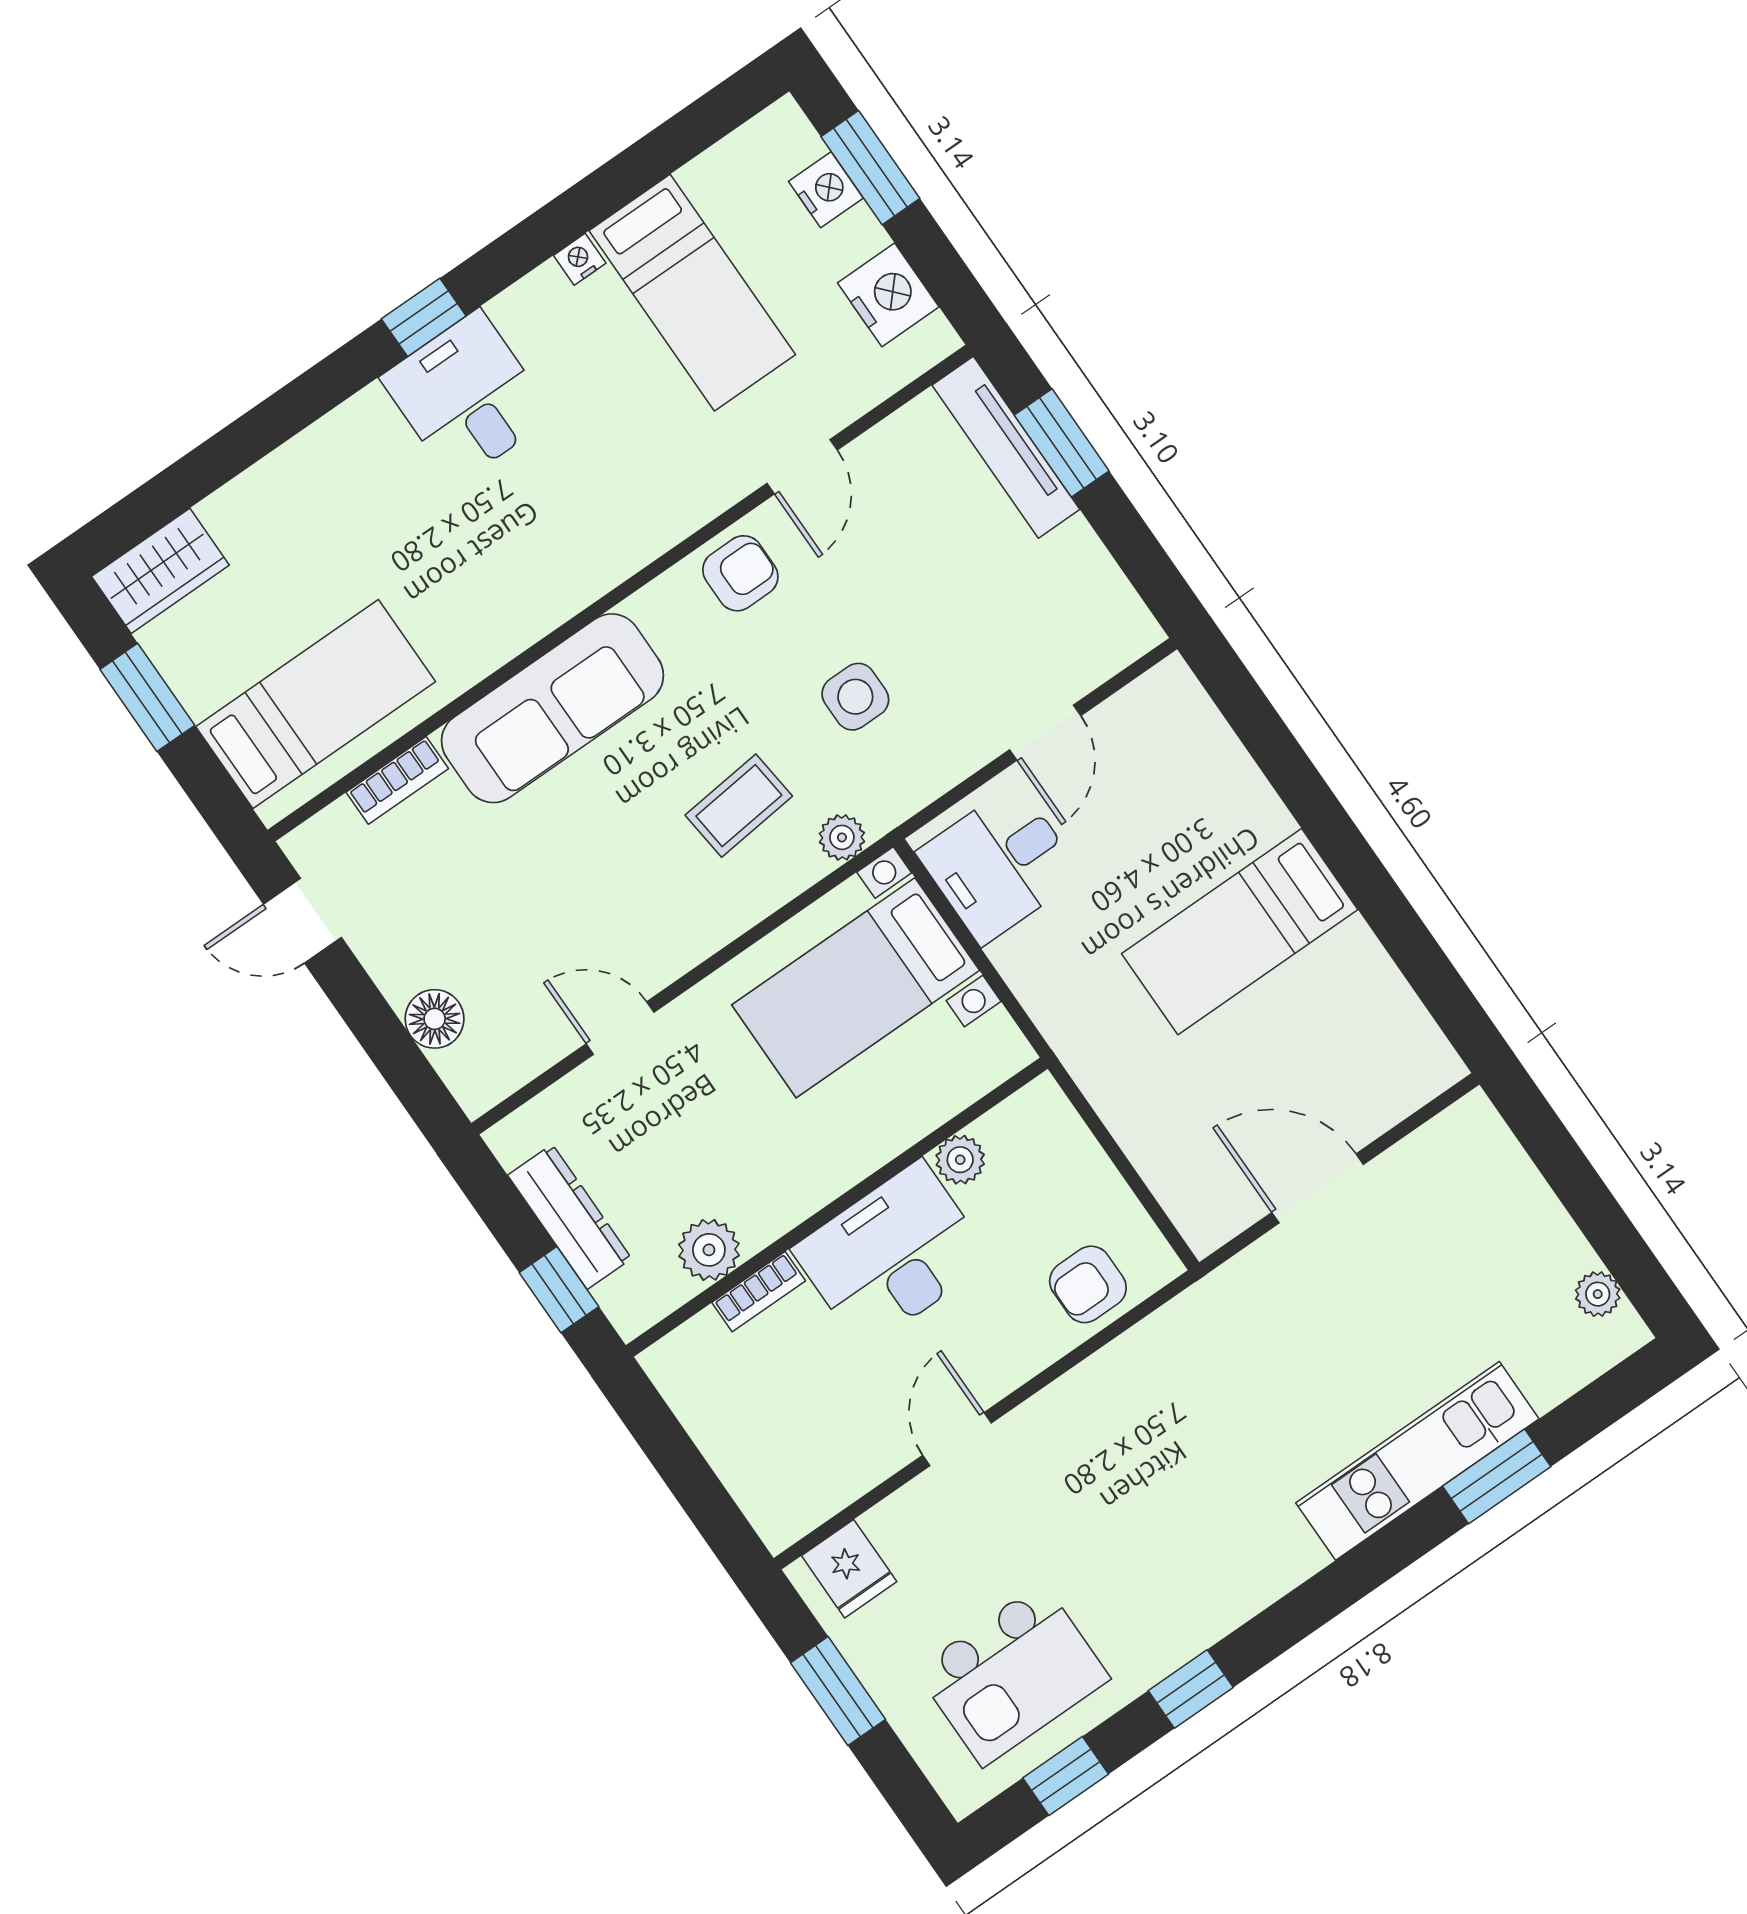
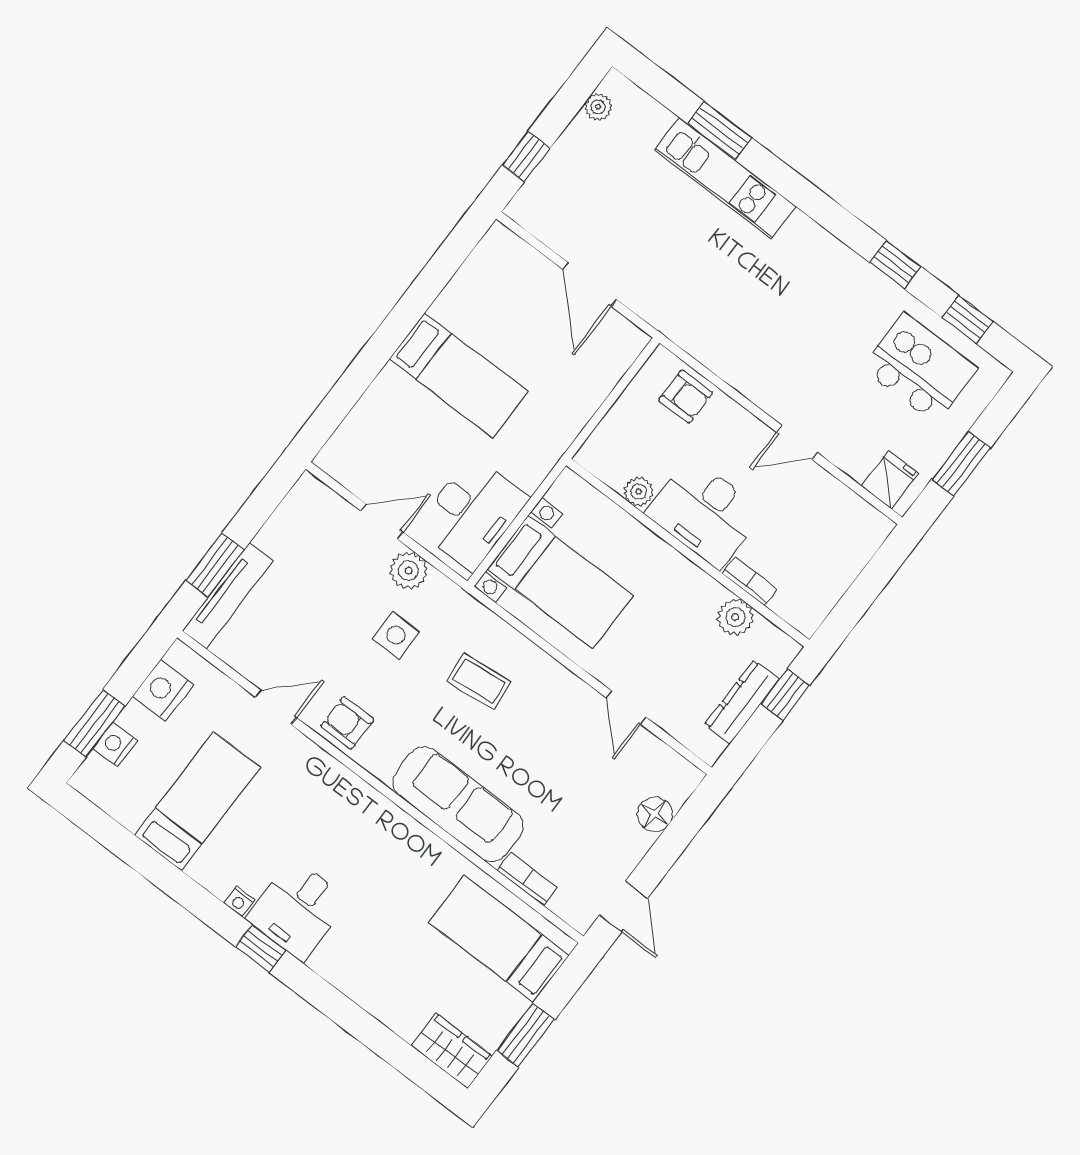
nightstand: (580, 259) -> (239, 901), moved
plant: (842, 837) -> (408, 571), moved, width x1.38, depth x1.38
desk: (999, 864) -> (472, 513), width x1.37
window: (1555, 1153) -> (526, 156), added

